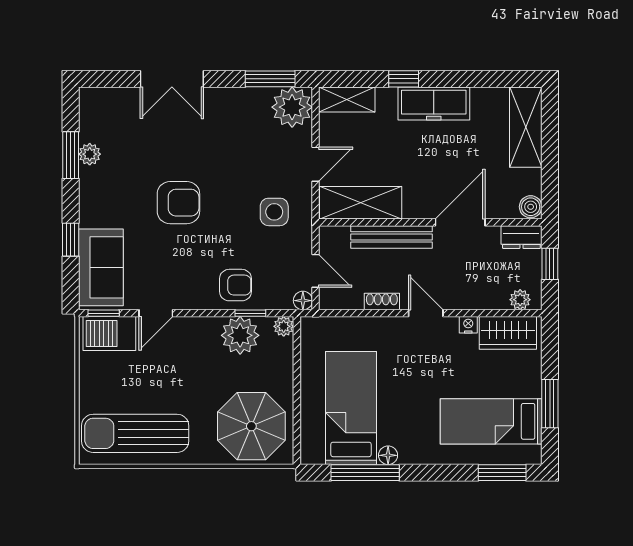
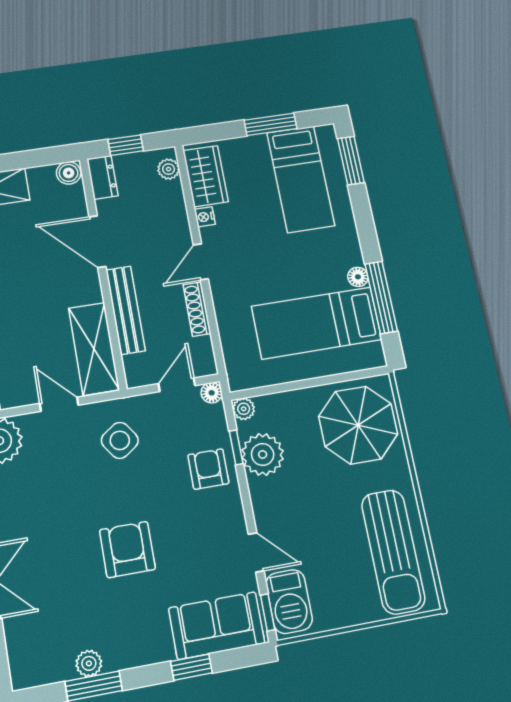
side table: (274, 212) -> (120, 440), turned -35
shoe rack: (382, 301) -> (197, 309), width x1.43

